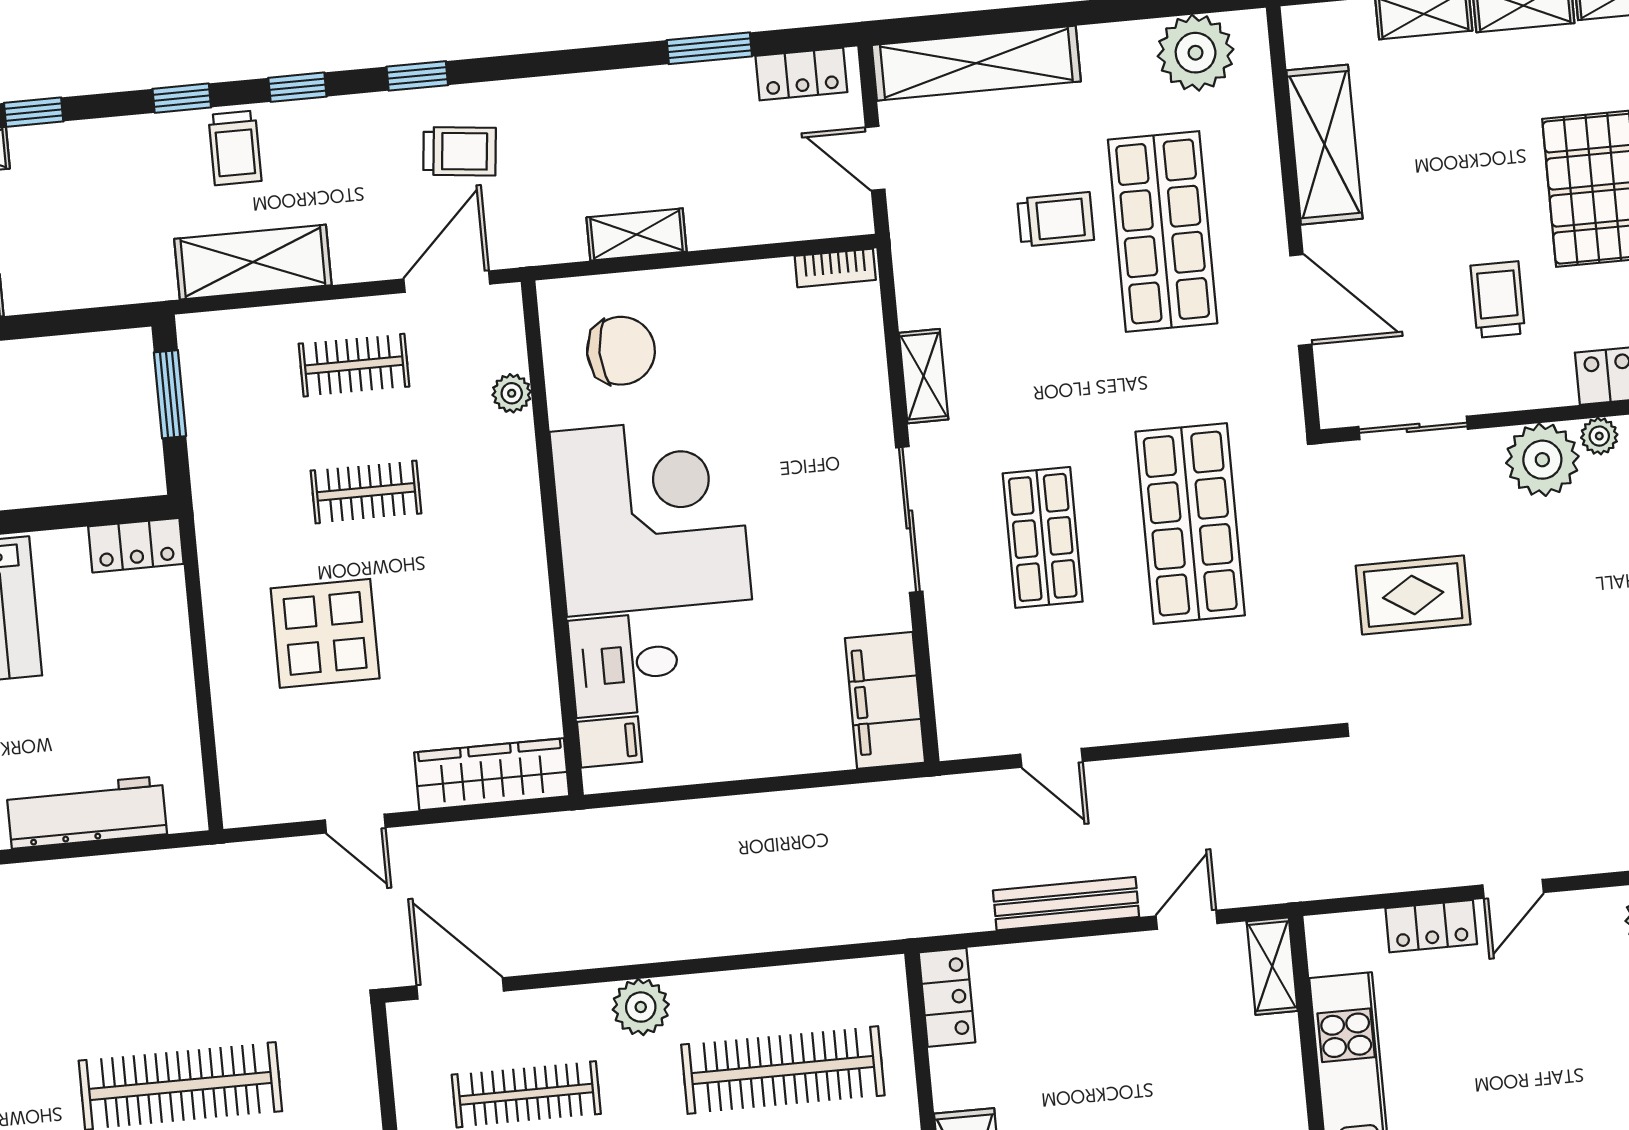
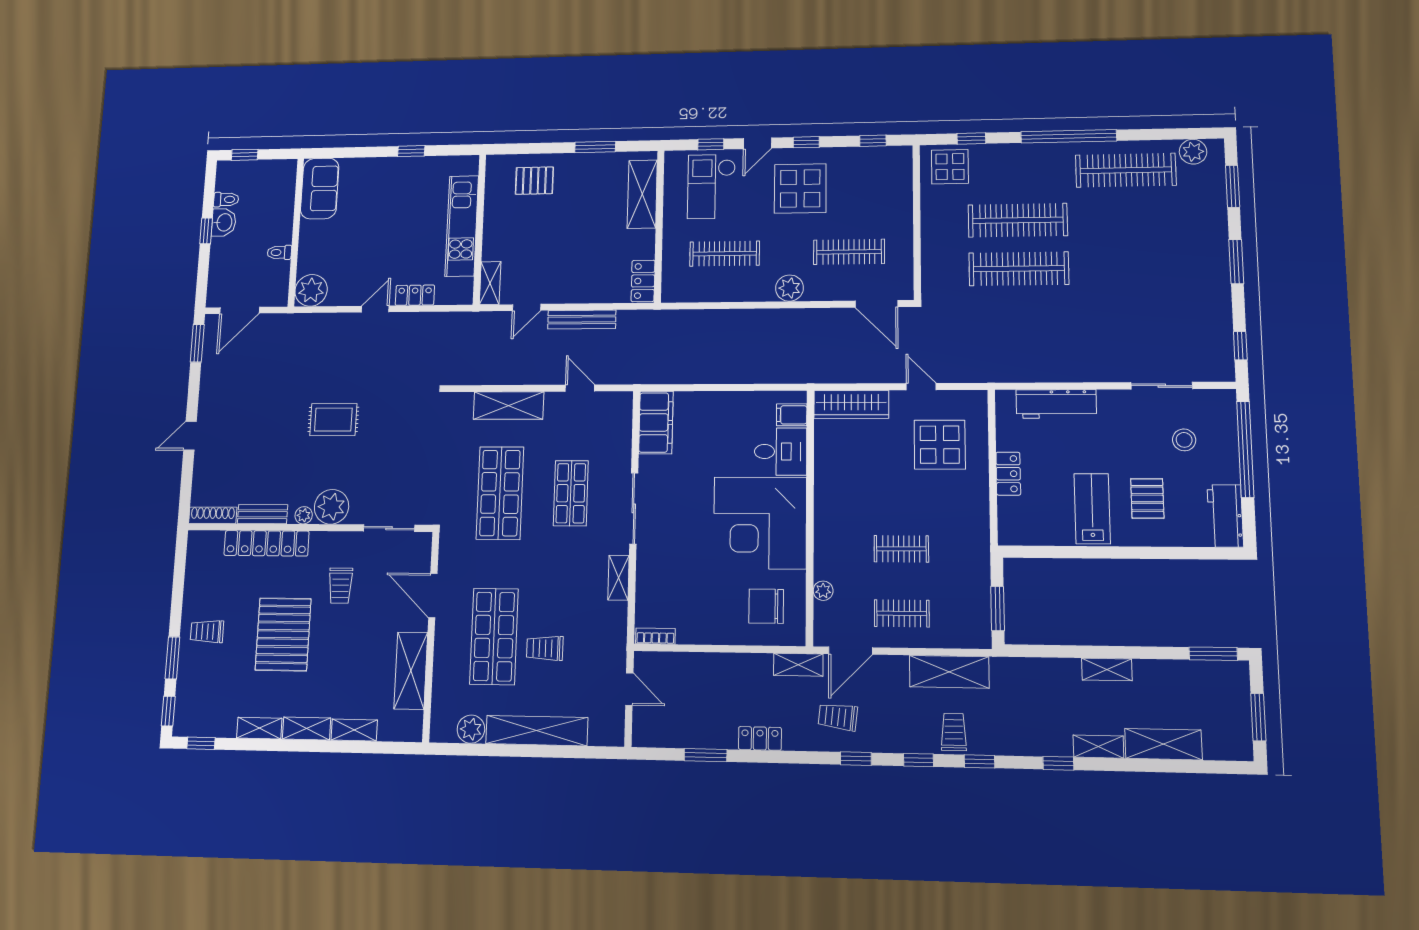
plant: (1196, 53) -> (471, 729), width x0.73, depth x0.73
shelving: (976, 63) -> (537, 731), moved
locker: (801, 74) -> (760, 738), moved
shelving: (637, 235) -> (798, 665), moved
locker: (136, 545) -> (1008, 474), moved, turned 90
rug: (1413, 595) -> (333, 420), moved
display table: (325, 633) -> (940, 445), moved
shelving: (1197, 707) -> (509, 406), added
clothes rail: (783, 1070) -> (725, 254), width x0.73, depth x0.76

